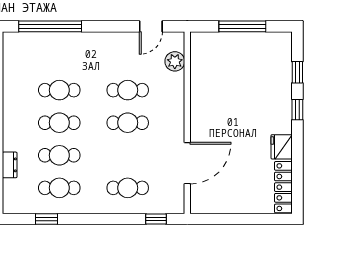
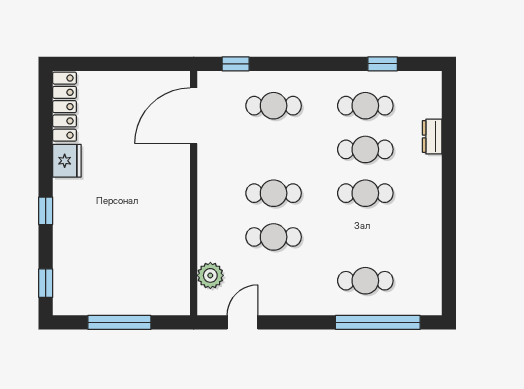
window: (297, 72) -> (46, 283), moved
cafe table: (59, 90) -> (365, 281), moved
door: (187, 163) -> (194, 116), moved

